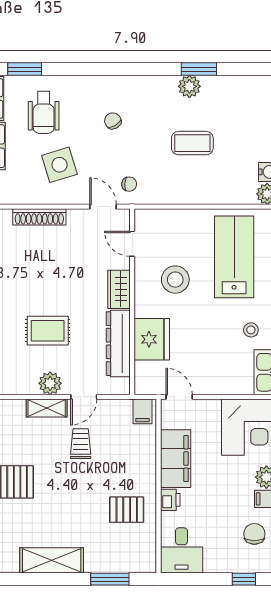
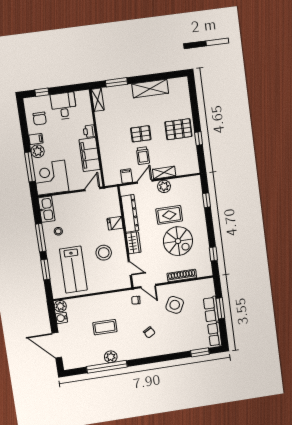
window: (199, 69) -> (107, 367), width x2.11
wheelchair: (44, 112) -> (187, 331), removed
side table: (59, 165) -> (175, 305), turned 45
spiral stairs: (38, 281) -> (178, 241), added
fridge: (152, 339) -> (115, 223), width x0.53, depth x0.75
door: (179, 397) -> (92, 189), swing flipped
filing cabinet: (142, 411) -> (126, 176), moved
pallet: (127, 510) -> (141, 134), moved
desk: (182, 550) -> (64, 106), moved
shelving: (147, 553) -> (98, 100), added

